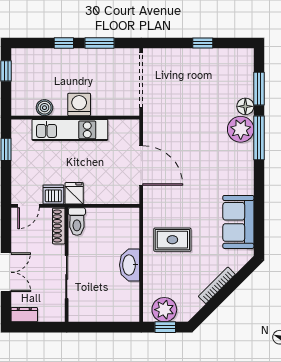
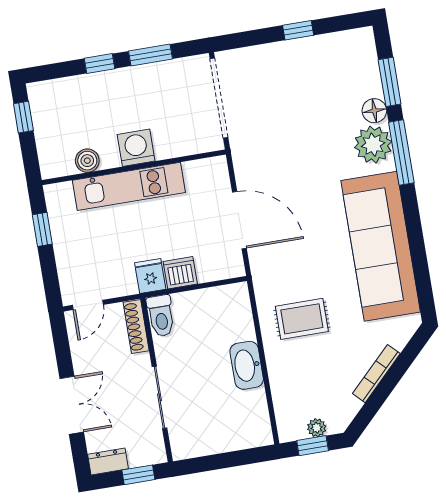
dishwasher: (53, 194) -> (180, 273), moved
sofa: (238, 222) -> (381, 246), width x1.85, depth x1.27
plant: (164, 310) -> (317, 428), width x0.53, depth x0.53
window: (43, 327) -> (138, 475), added

